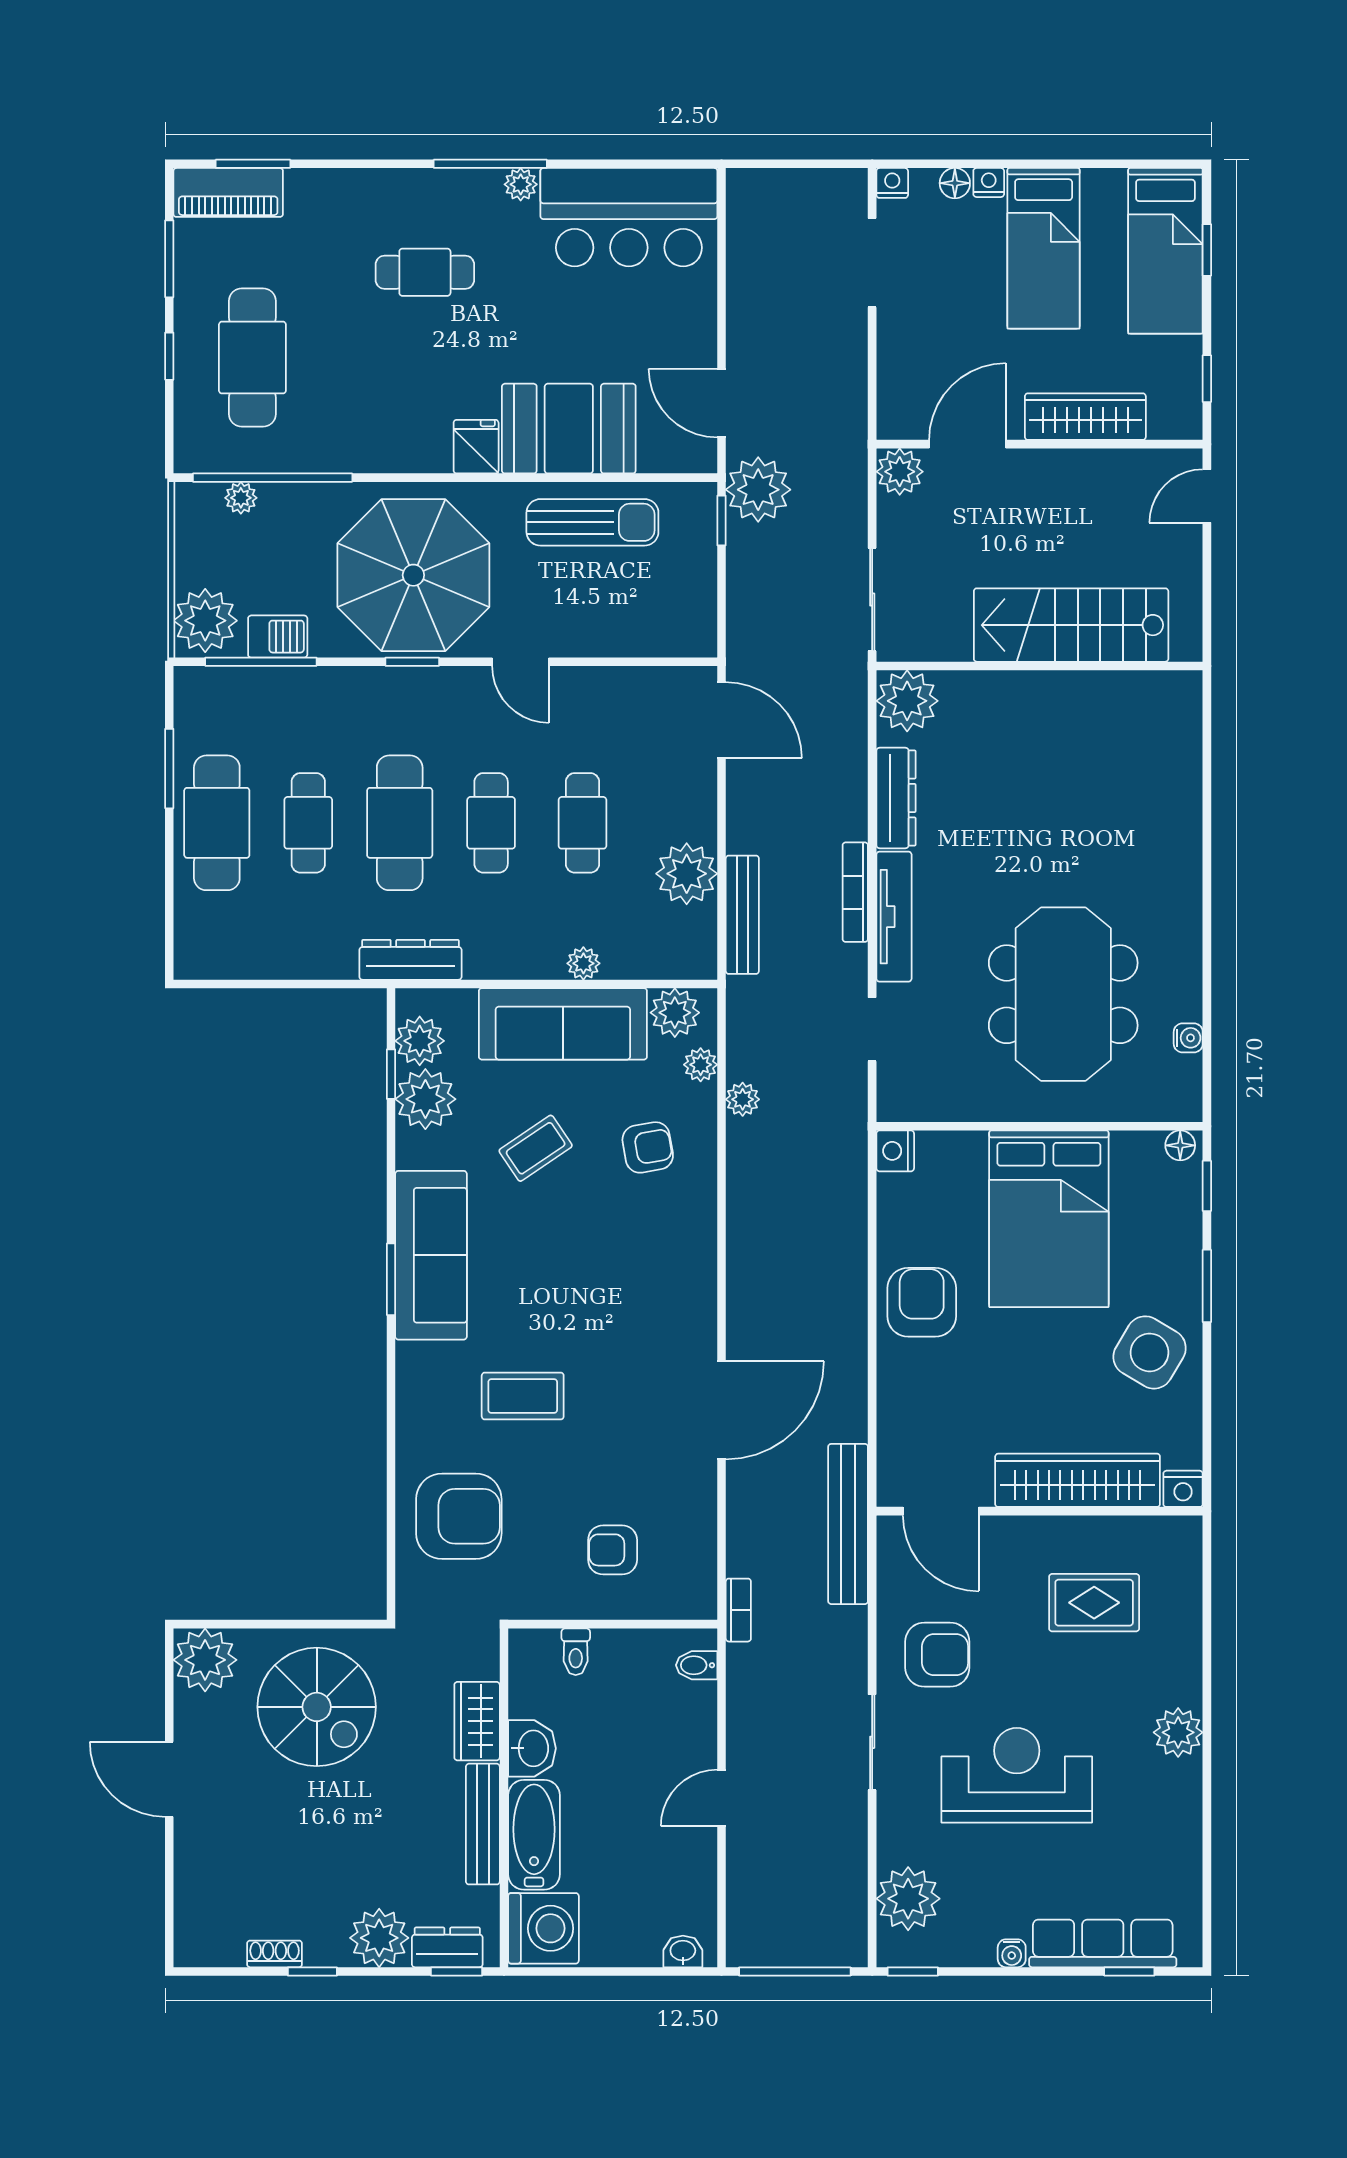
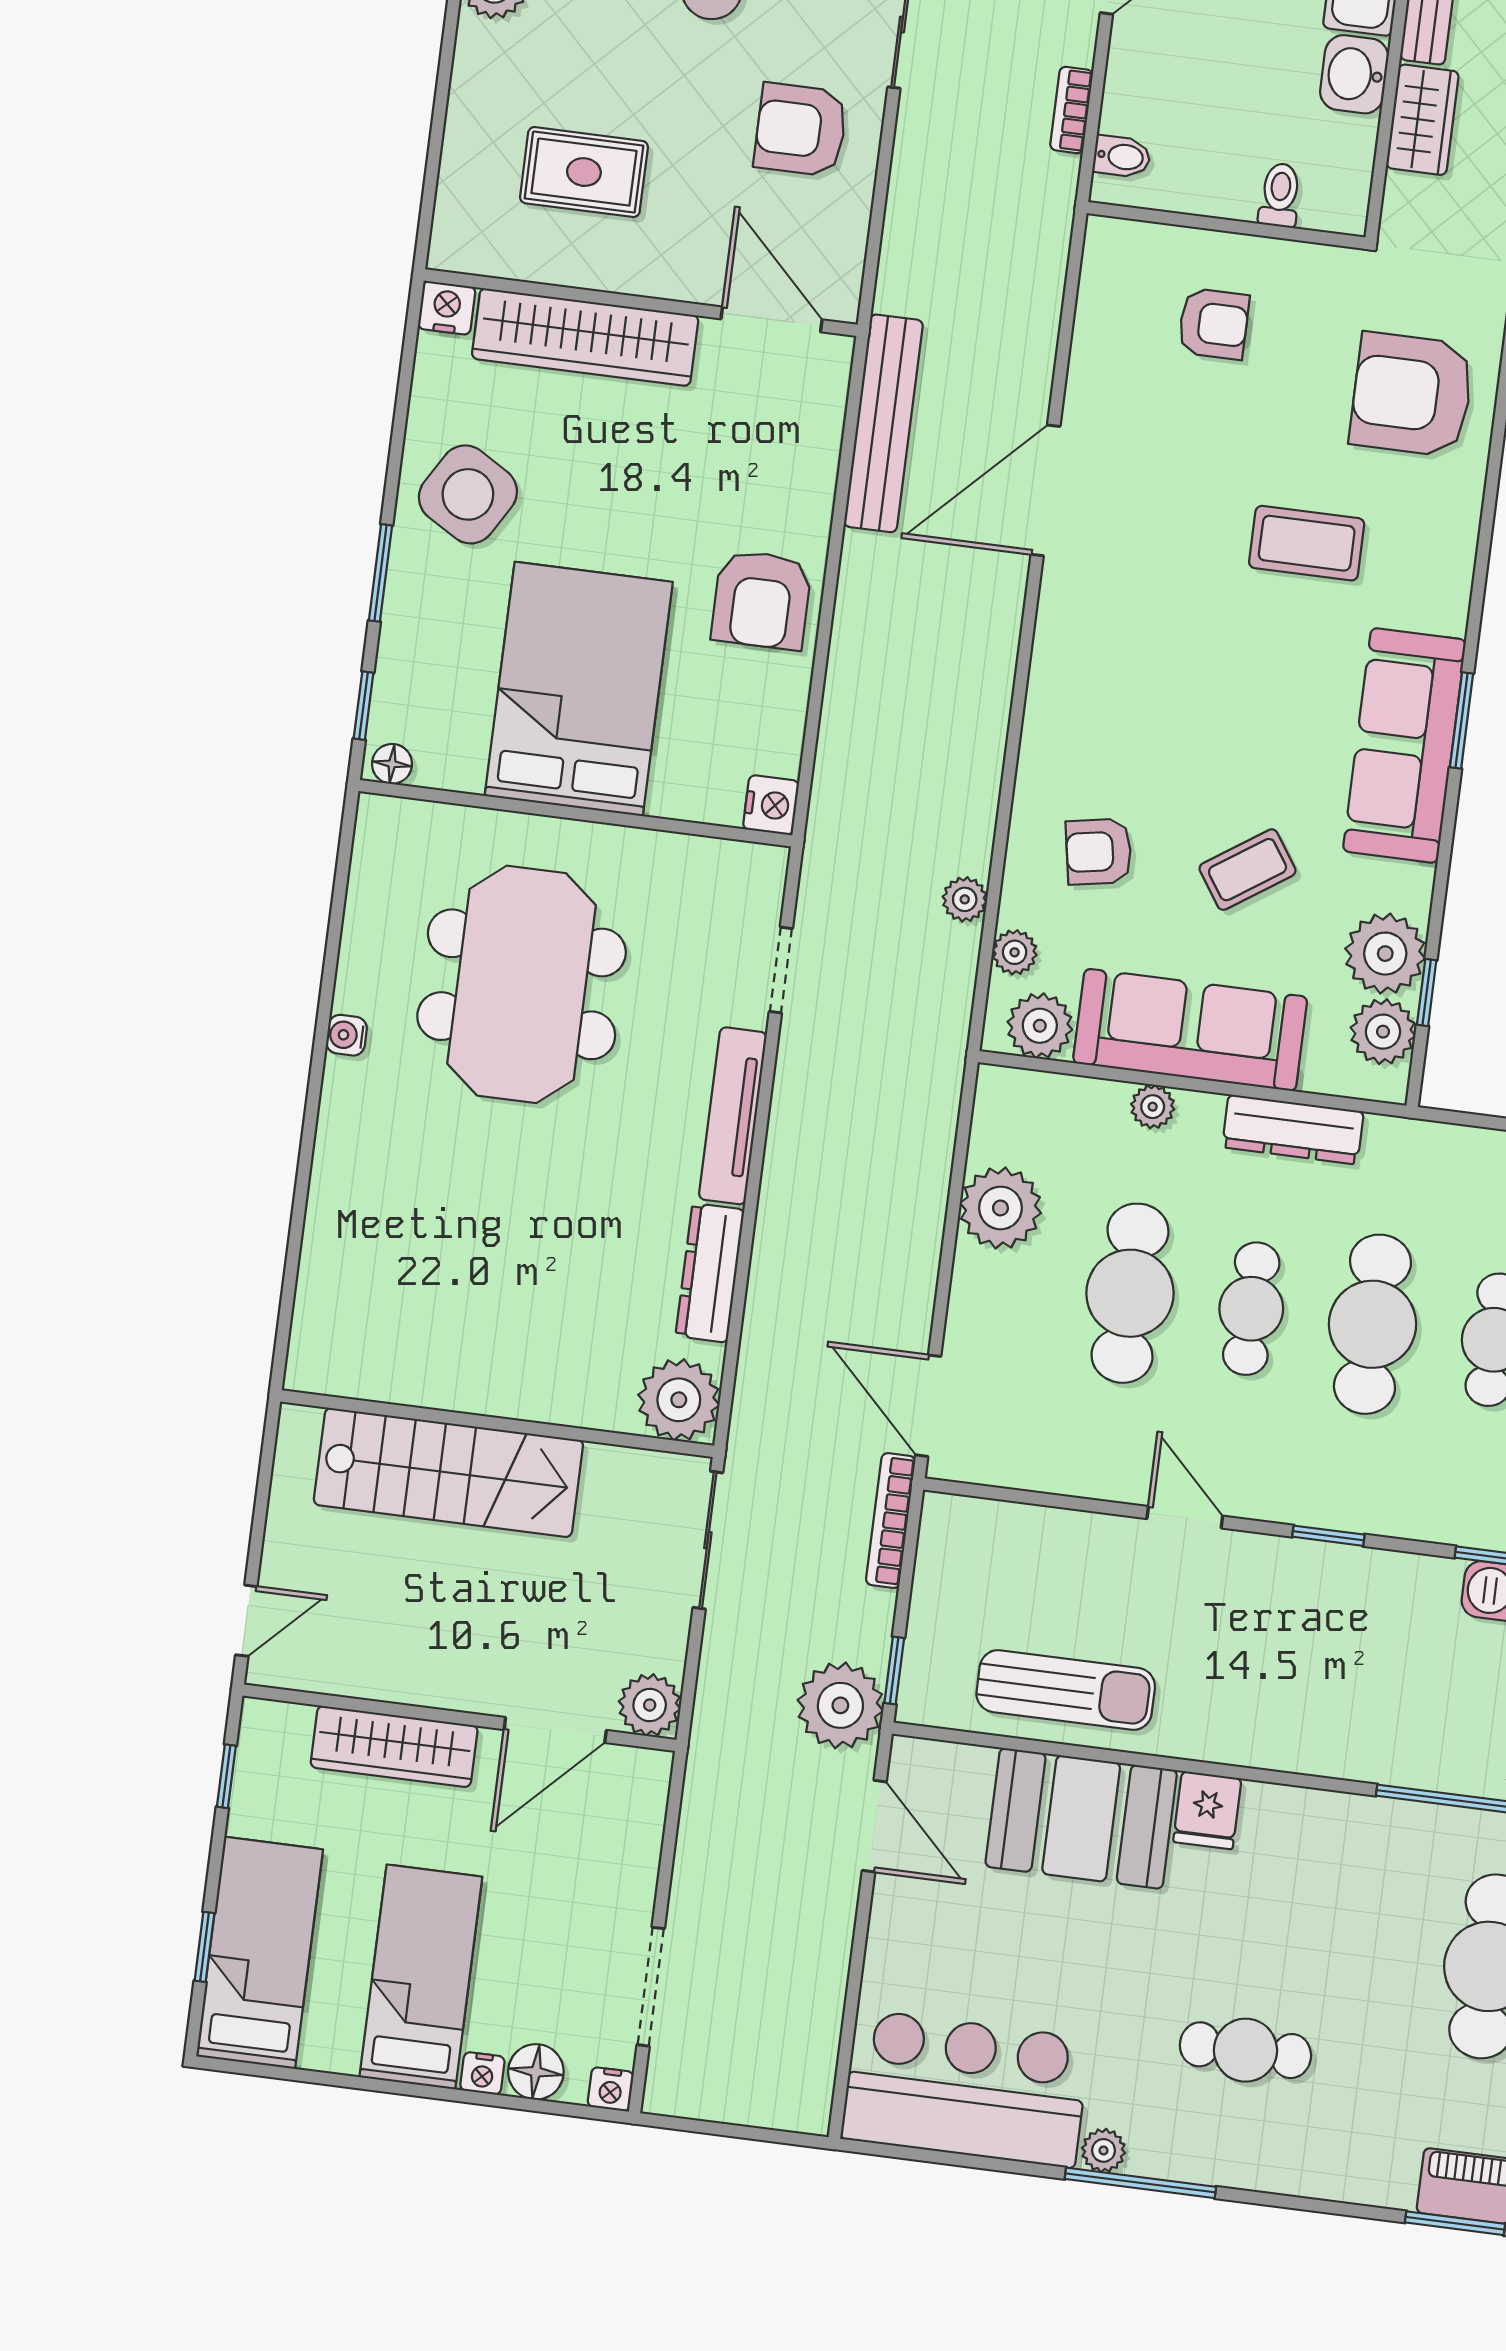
floor lamp: (955, 183) -> (536, 2072), width x1.37, depth x1.37
sun lounger: (592, 522) -> (1066, 1690), turned 180
parasol: (413, 575) -> (1312, 1650), removed
cafe table: (582, 823) -> (1130, 1293), width x1.37, depth x1.35
bookcase: (855, 892) -> (891, 1521), moved, turned 180
bench: (742, 915) -> (934, 1144), removed
dresser: (410, 960) -> (1293, 1129), moved
water cooler: (1188, 1038) -> (347, 1035), moved
bench: (848, 1524) -> (883, 423), moved
bookcase: (738, 1610) -> (1072, 110), moved

